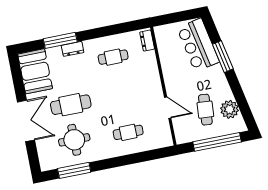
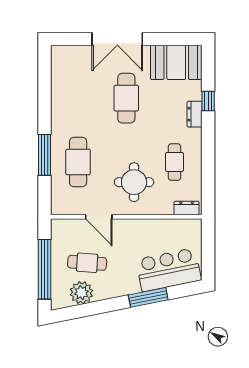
window: (60, 40) -> (208, 101), width x0.46
door: (168, 108) -> (99, 217), hinge flipped
cafe table: (128, 132) -> (78, 162), width x1.37, depth x1.35
round table: (74, 140) -> (134, 182), moved
window: (74, 170) -> (44, 155), moved

